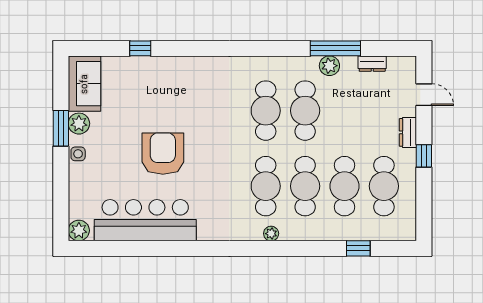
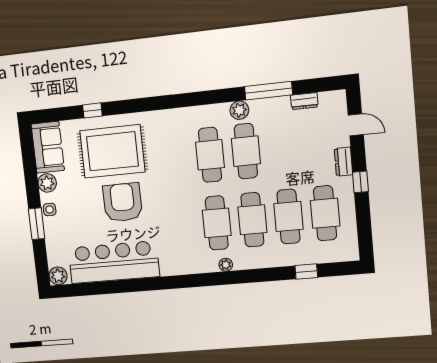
plant: (329, 66) -> (239, 110), moved
rug: (158, 96) -> (112, 151), added
window: (61, 128) -> (37, 224), moved

